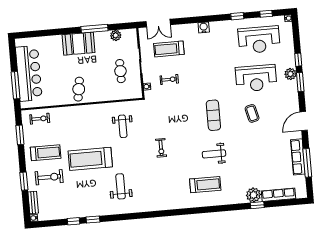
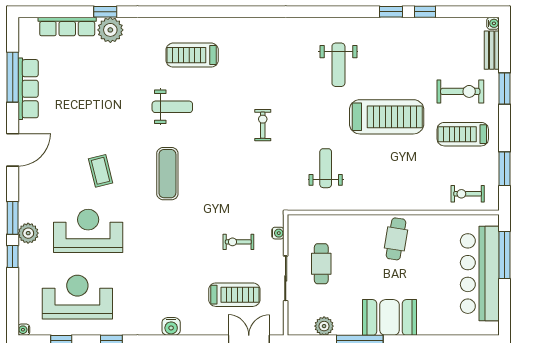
exercise bike: (49, 177) -> (460, 91), turned 180

